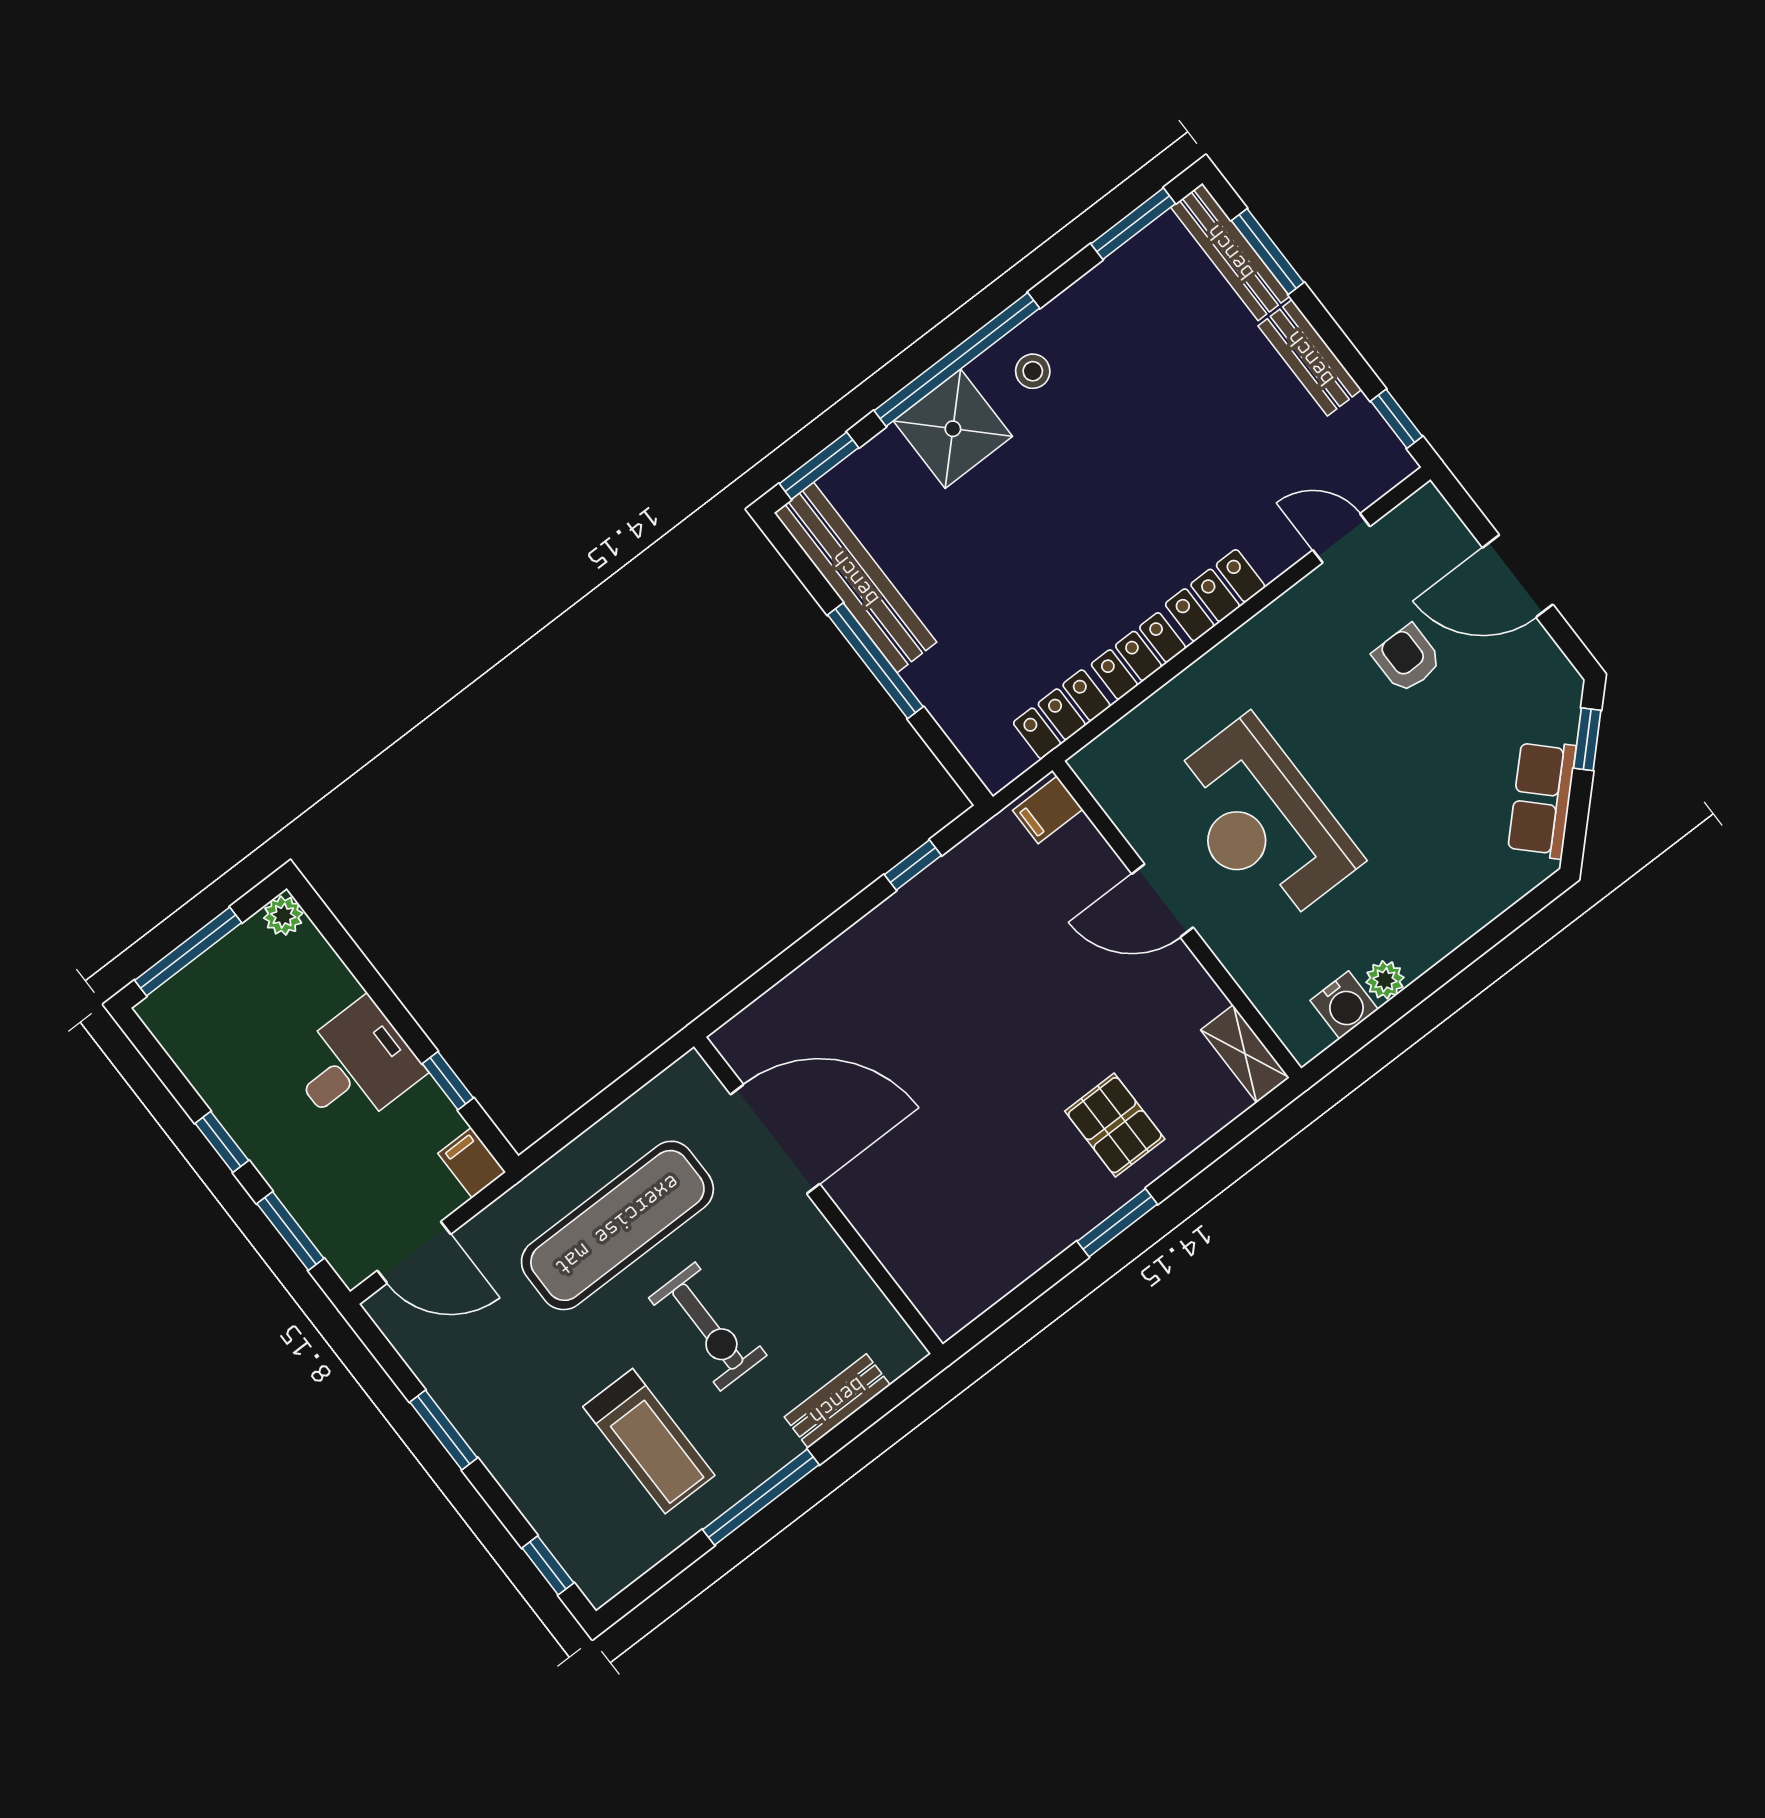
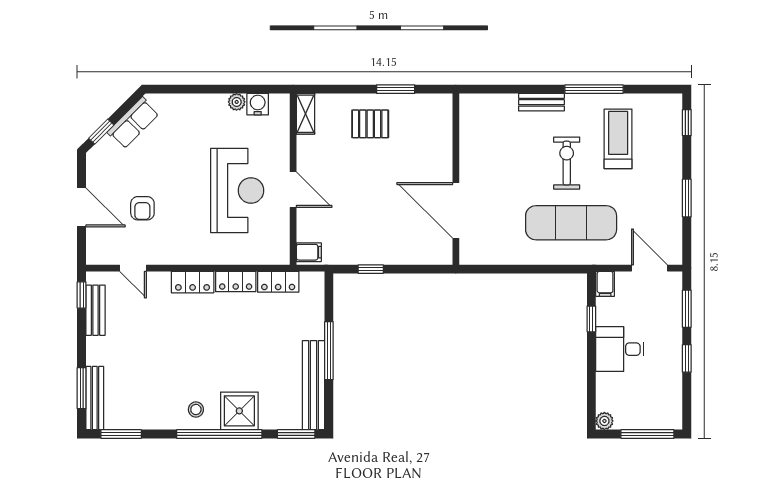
bench: (1310, 358) -> (96, 310), moved
pallet: (1115, 1125) -> (370, 124), turned 90
door: (775, 1139) -> (456, 210), moved
wall: (818, 1195) -> (456, 179), moved

